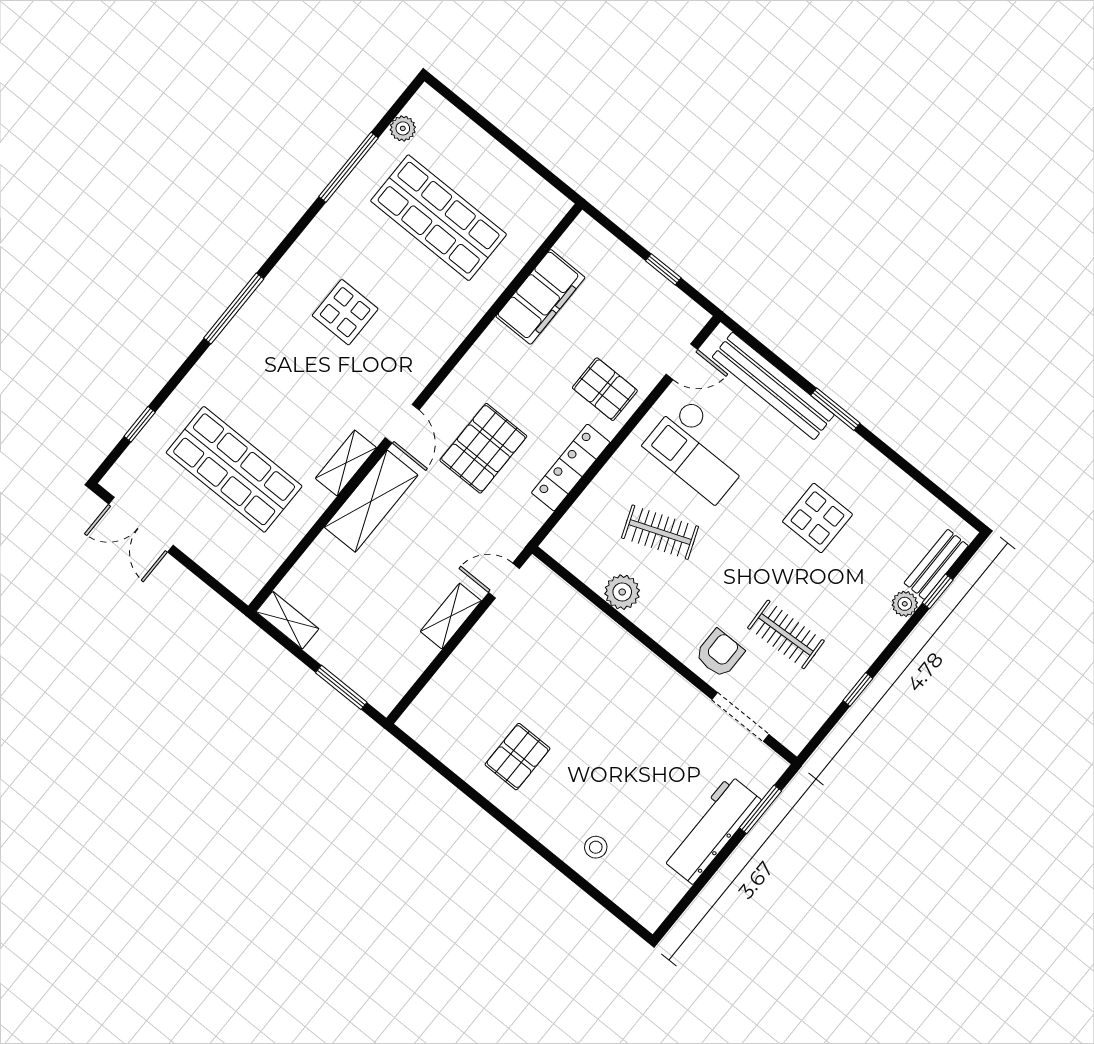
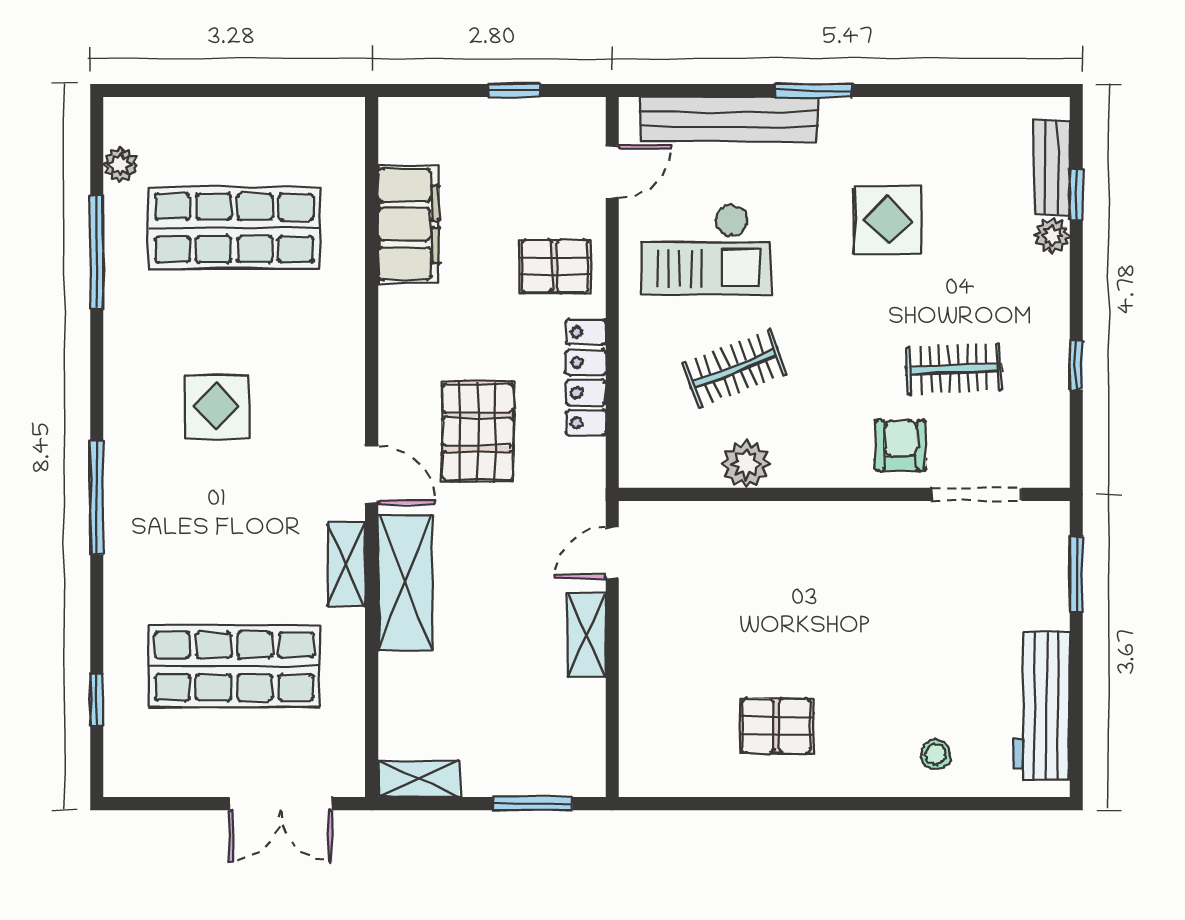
double door: (141, 525) -> (281, 804), moved
pallet: (517, 757) -> (776, 726), turned 90
workbench: (711, 830) -> (1042, 706), moved

